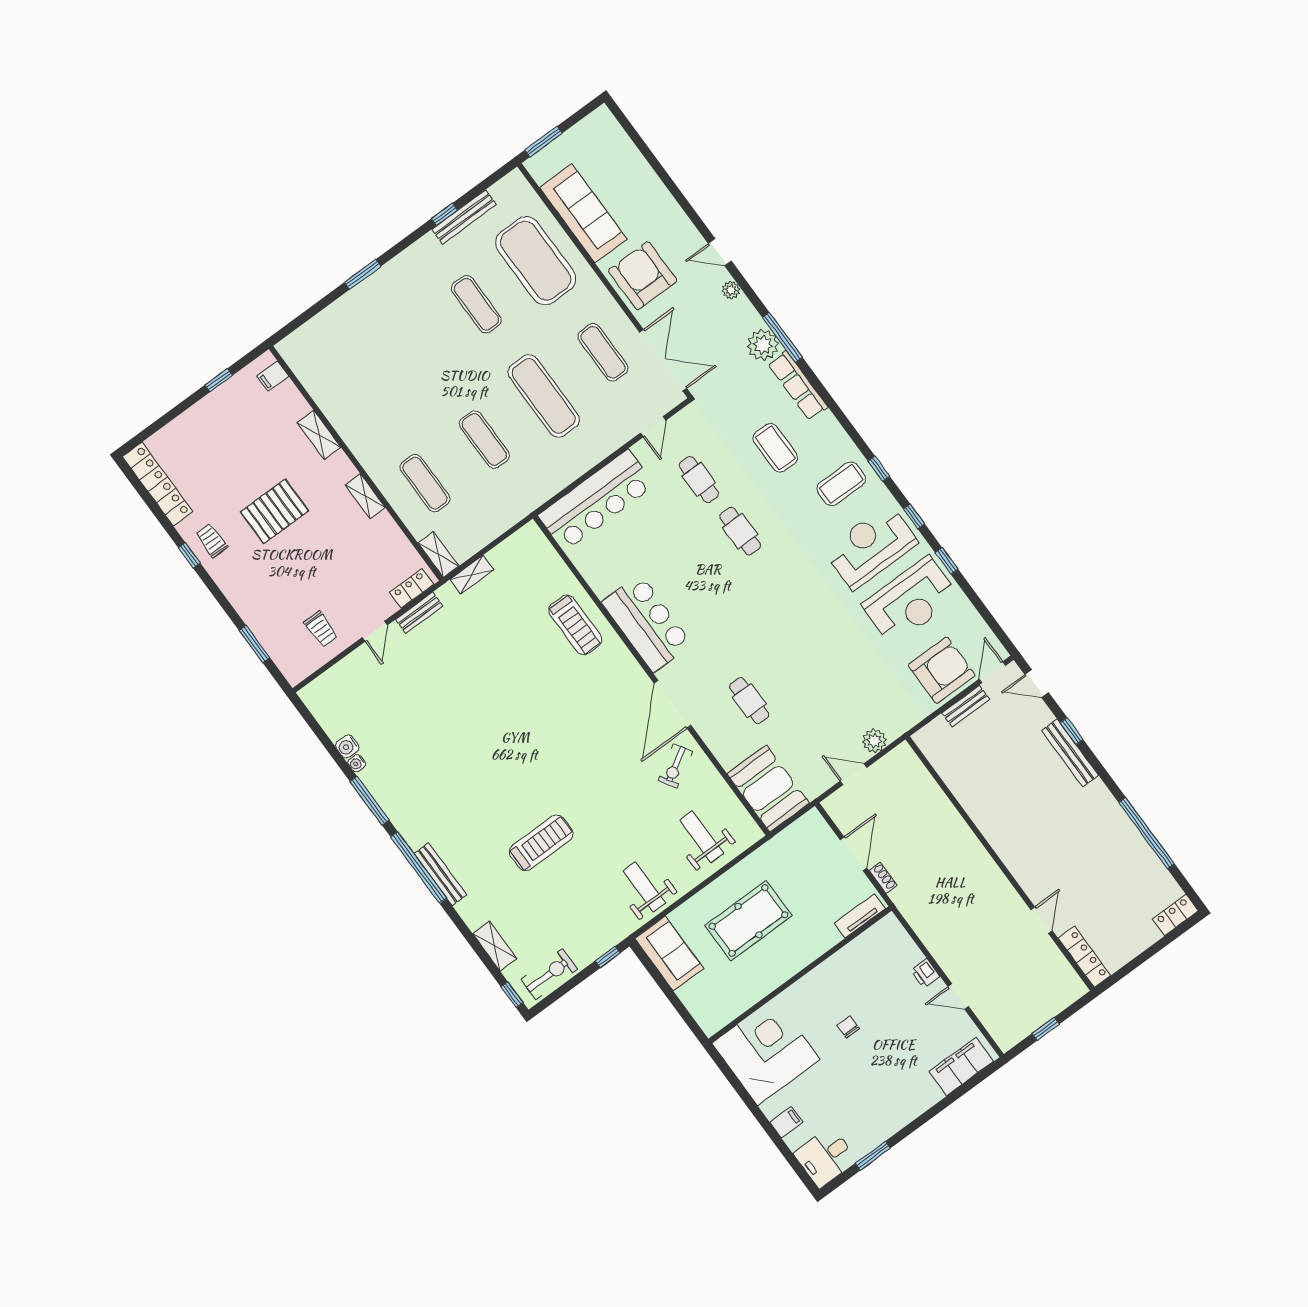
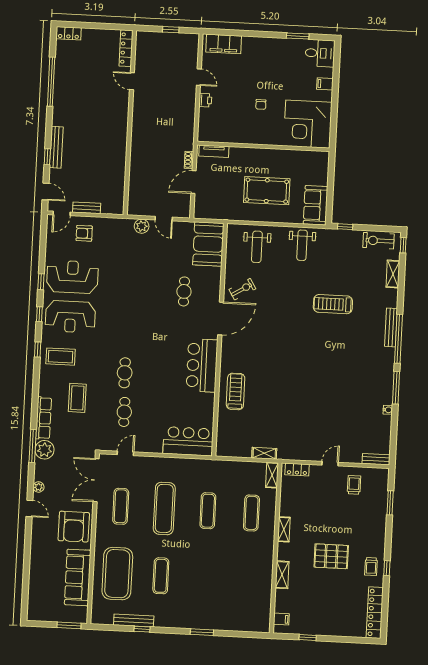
bar counter: (596, 500) -> (188, 441), width x0.73
bench: (419, 613) -> (376, 459), moved
armchair: (942, 670) -> (84, 233), width x0.53, depth x0.53
water cooler: (347, 746) -> (386, 421), removed
door: (1041, 920) -> (132, 81), hinge flipped

